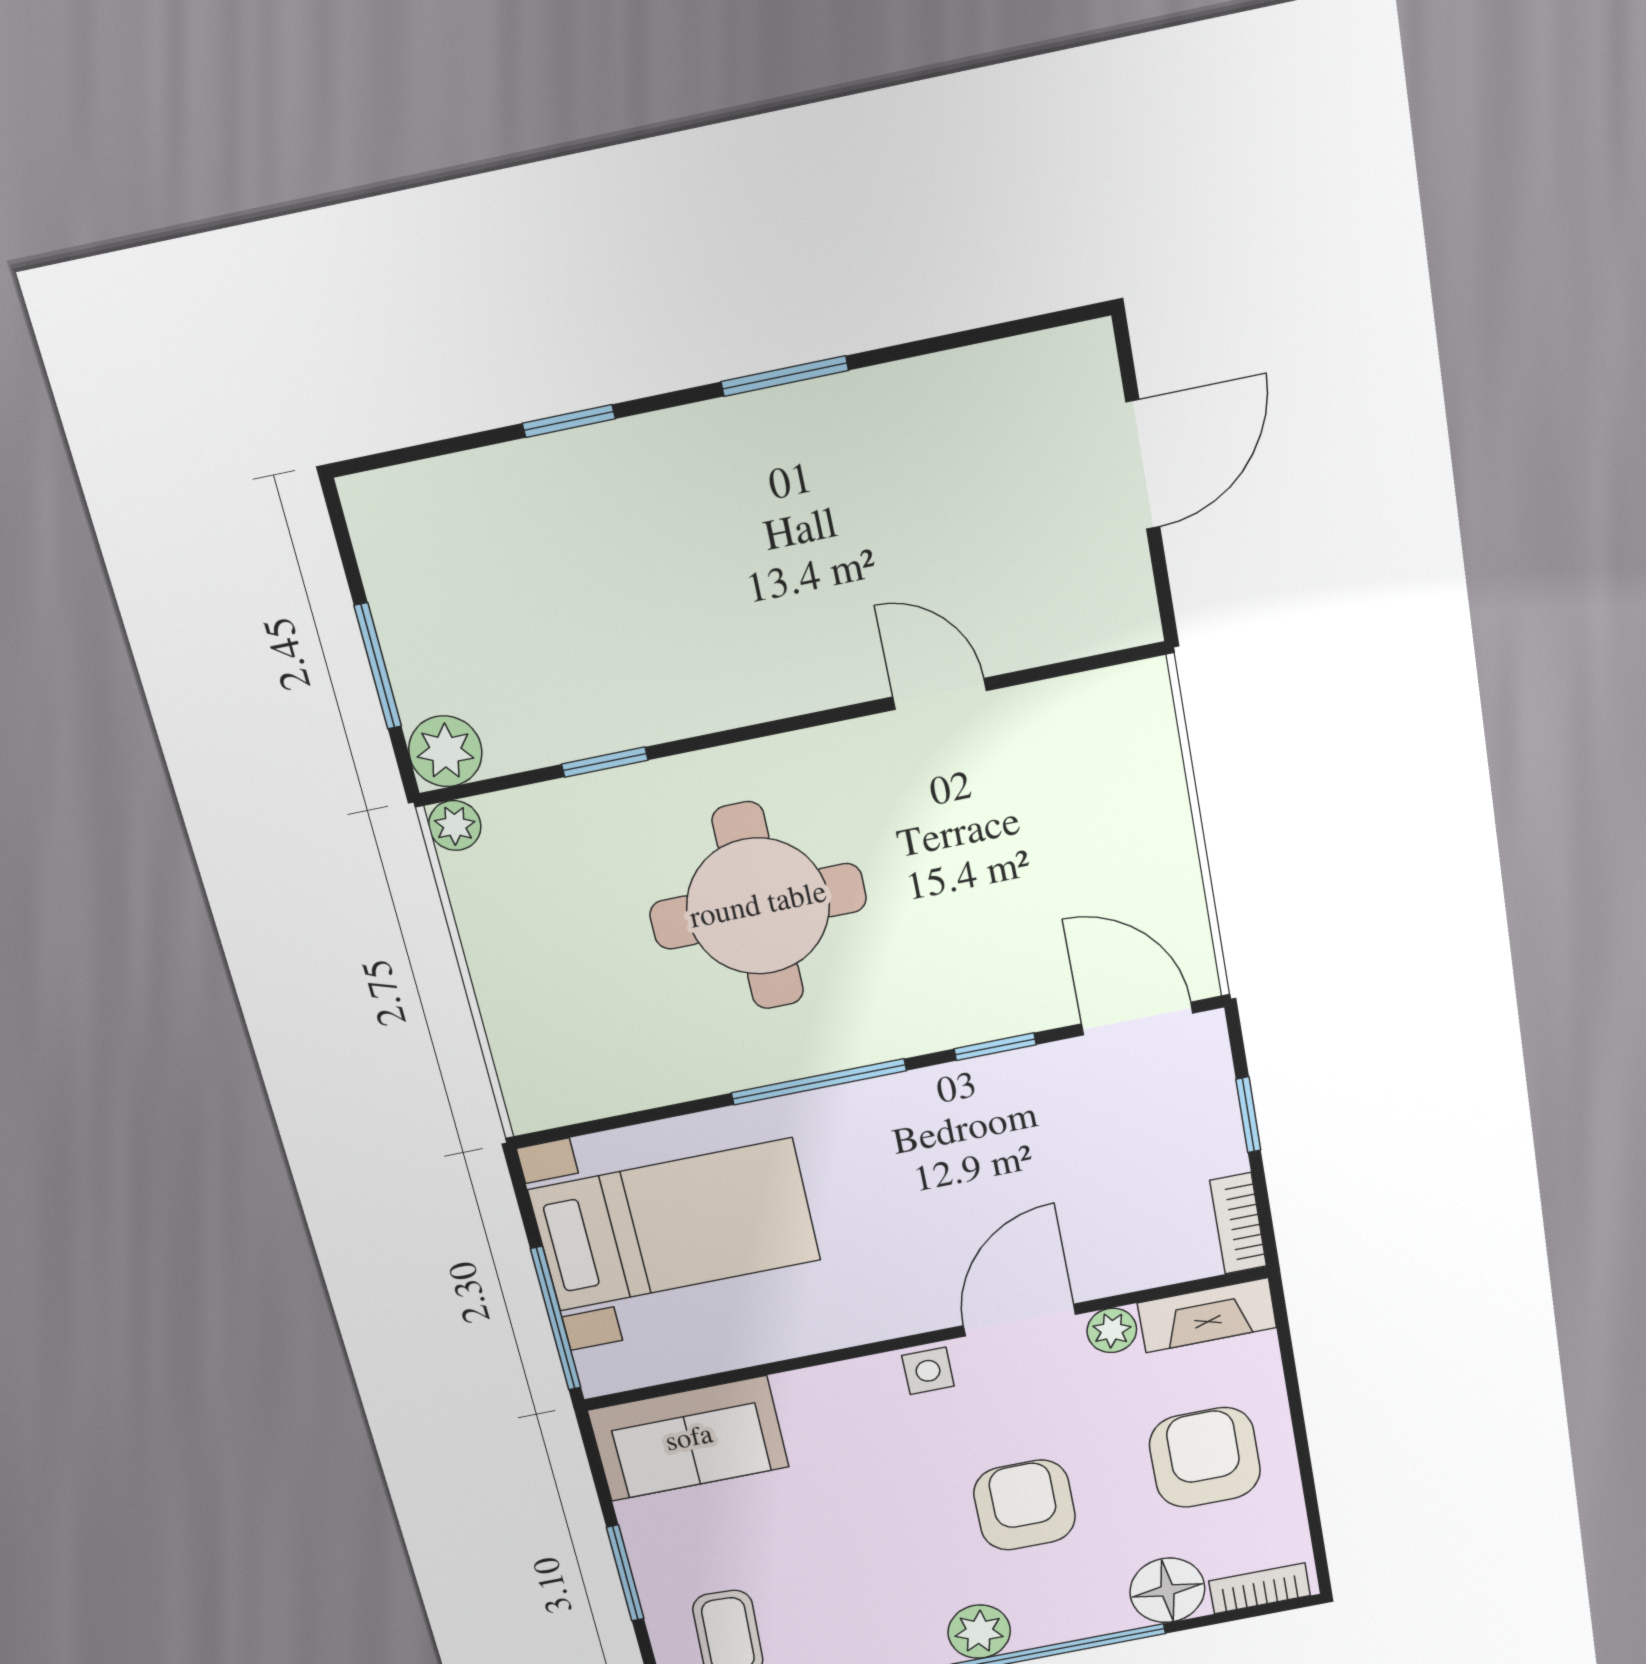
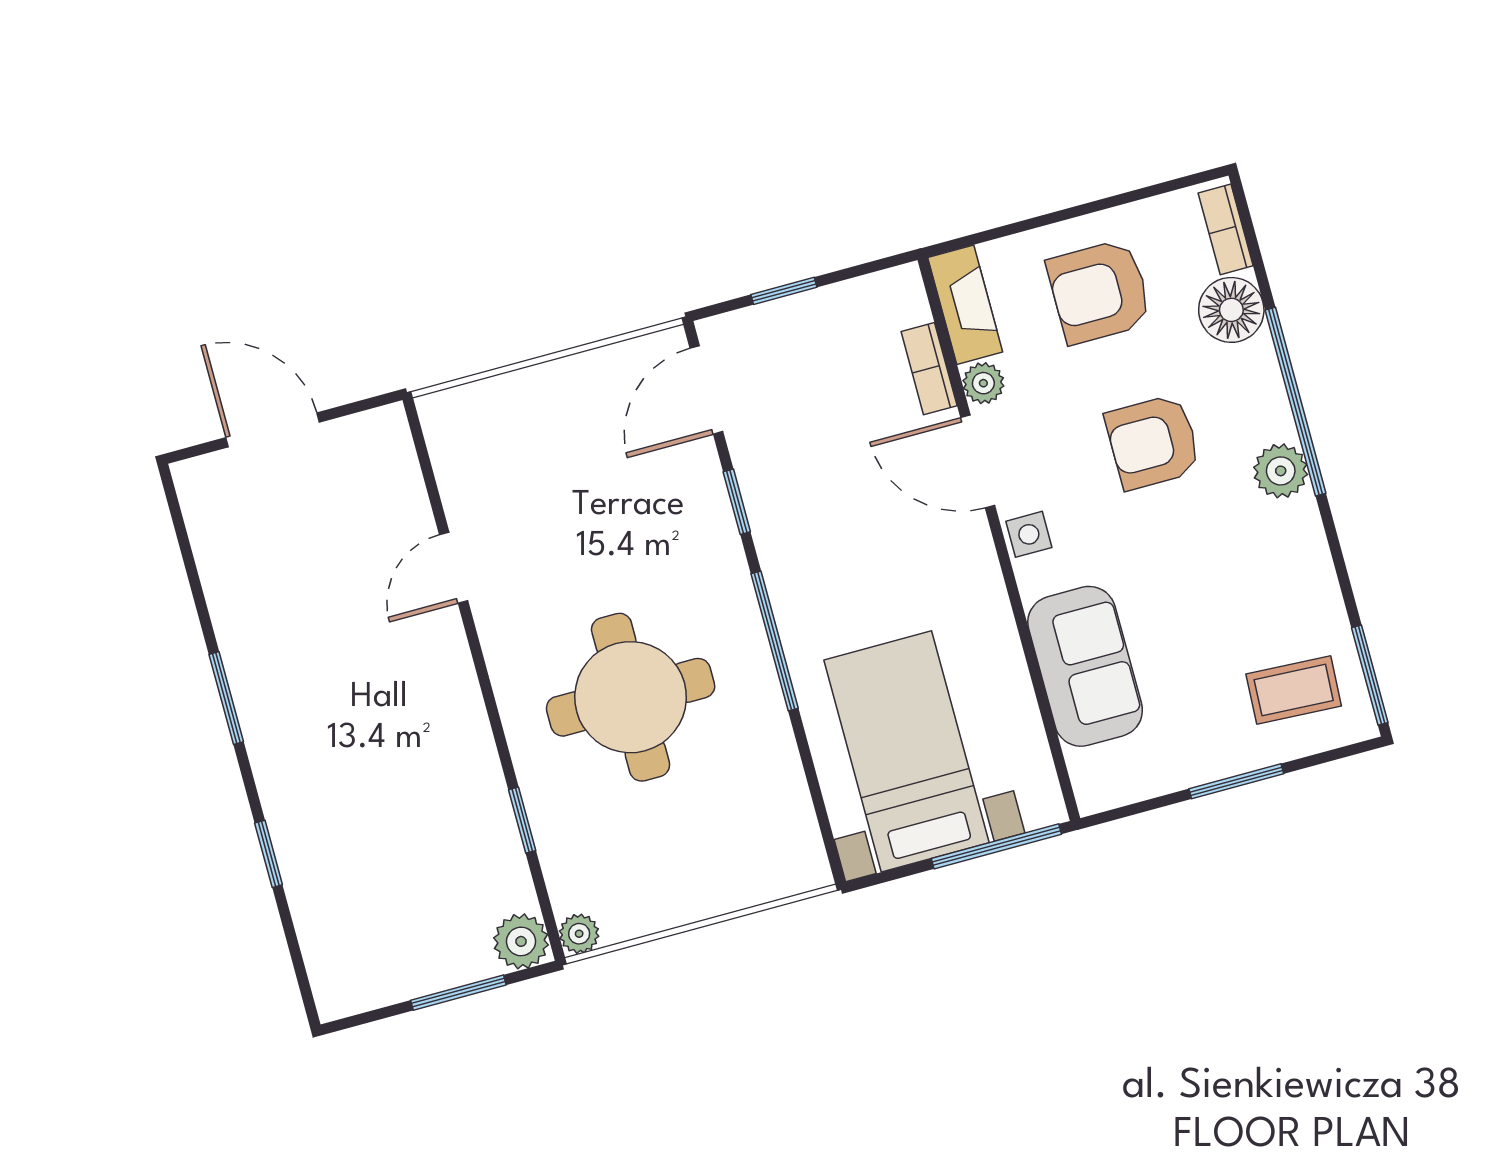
bookcase: (1238, 1223) -> (929, 369), moved, turned 90
sofa: (689, 1439) -> (1085, 666), moved

